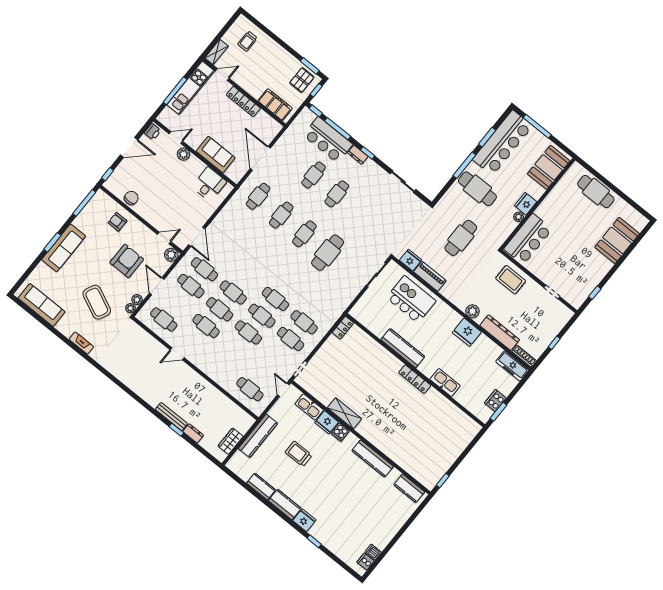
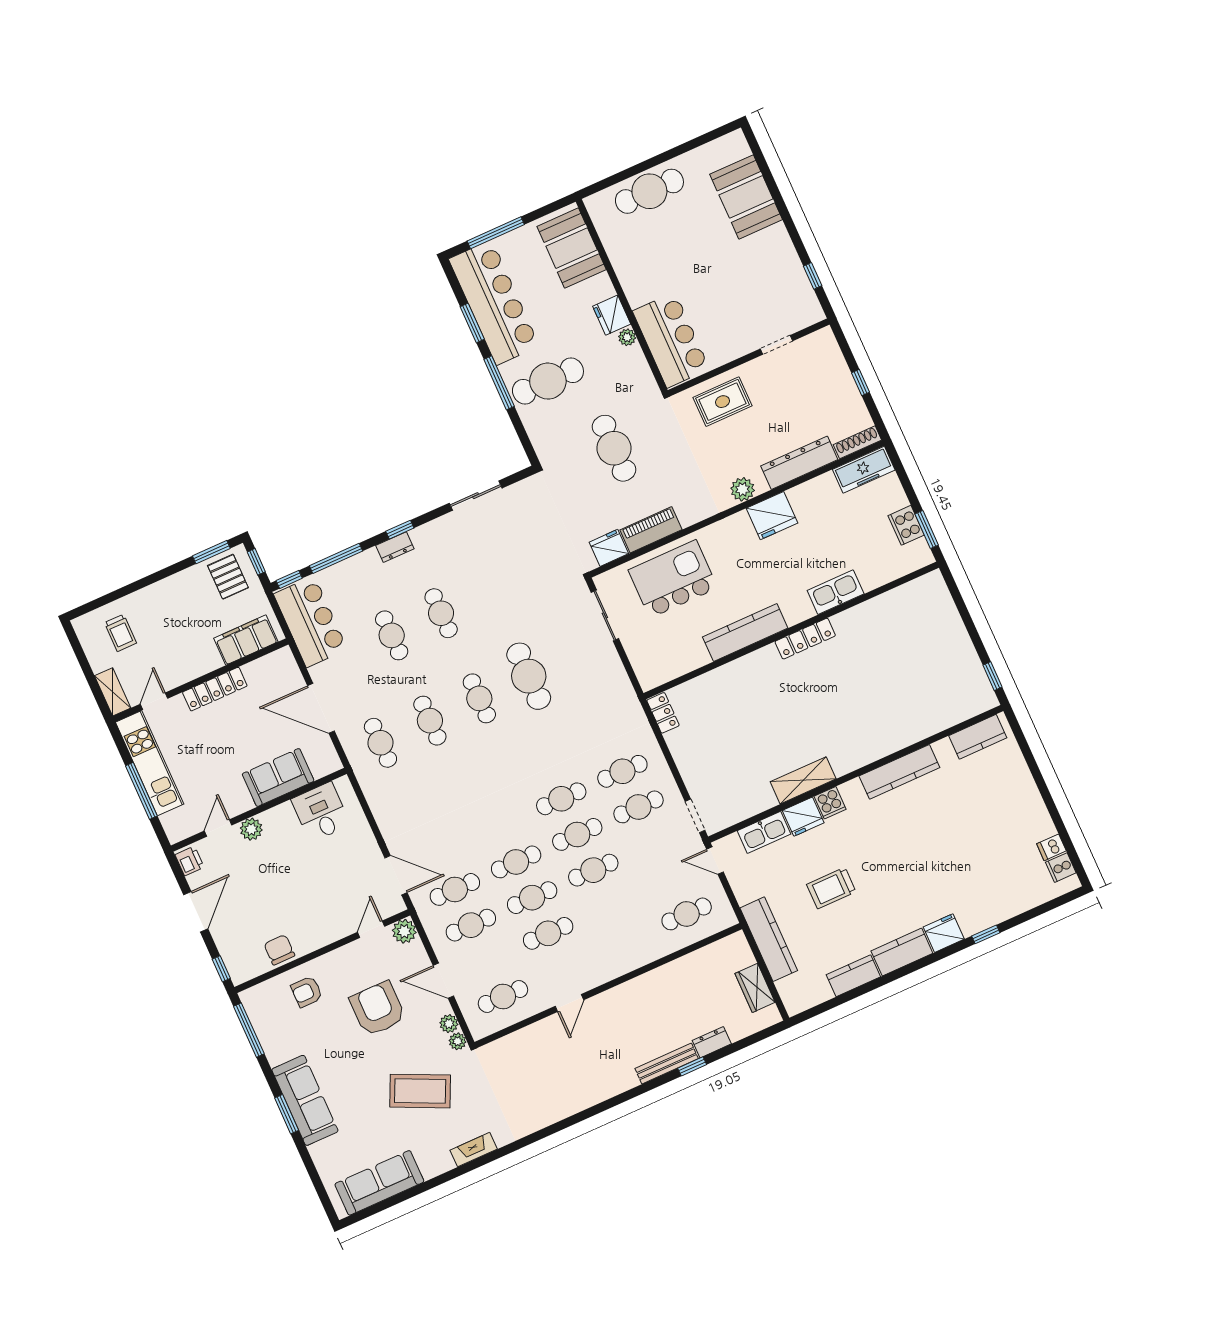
bar counter: (328, 140) -> (310, 622), moved, turned -90

